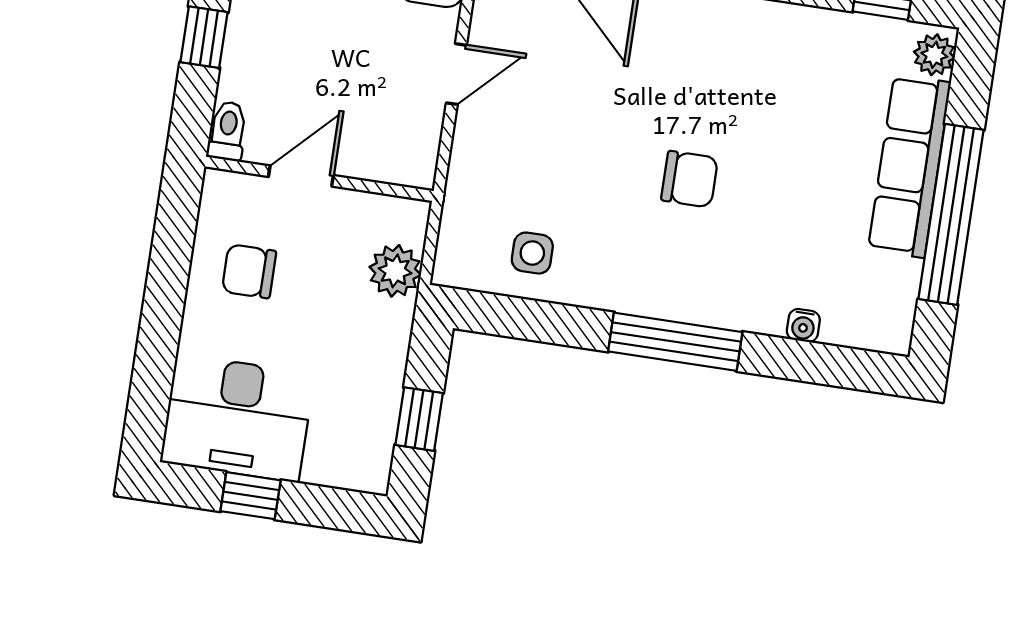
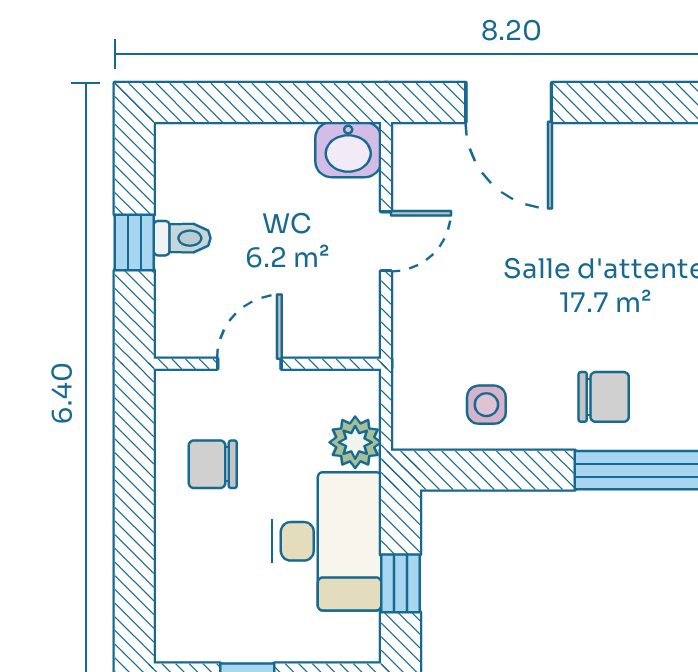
toilet: (228, 131) -> (182, 238), moved, turned 90
chair: (689, 179) -> (604, 397), moved
desk: (237, 418) -> (327, 541), moved, turned -90

